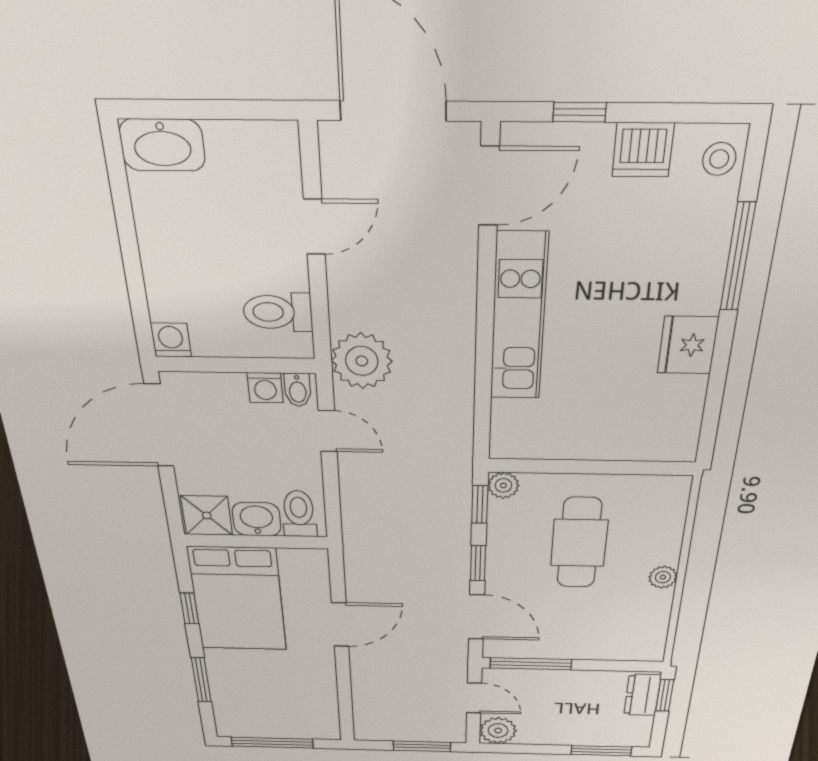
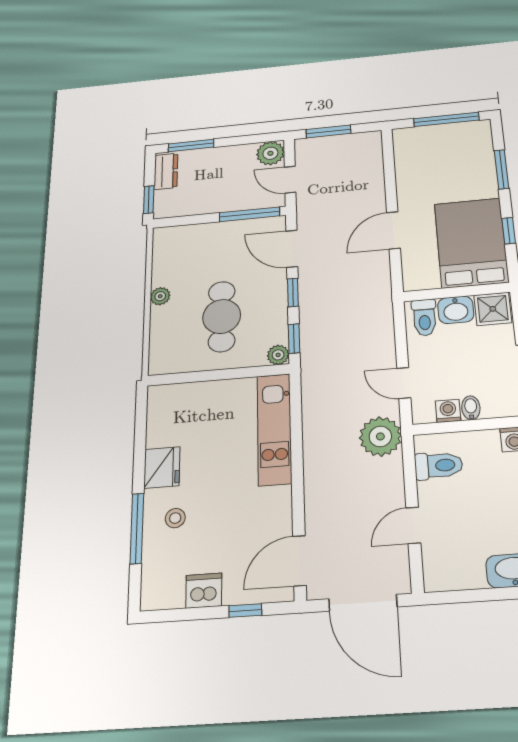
stool: (719, 159) -> (175, 518), moved
kitchen unit: (519, 318) -> (274, 429), moved
bidet: (298, 390) -> (471, 408), moved
dresser: (642, 695) -> (166, 171), moved

